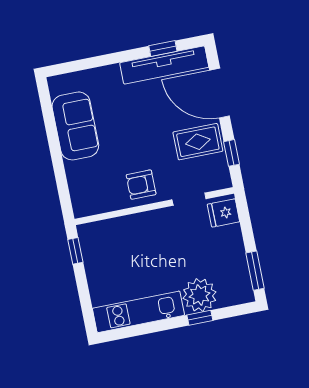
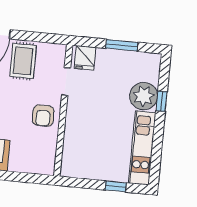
window: (231, 153) -> (40, 37), removed
window: (75, 251) -> (116, 186), moved
window: (255, 271) -> (122, 45), moved

